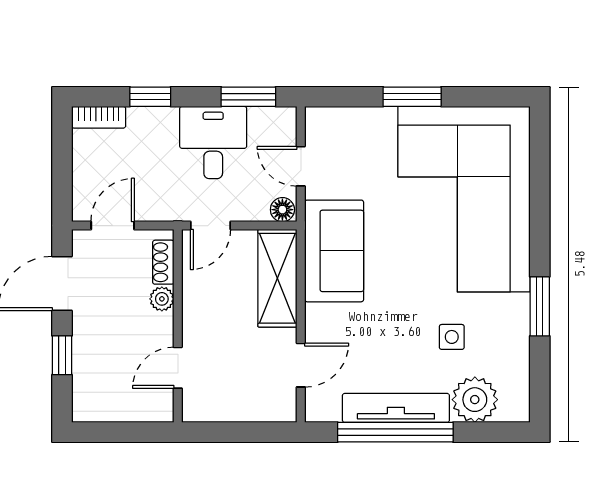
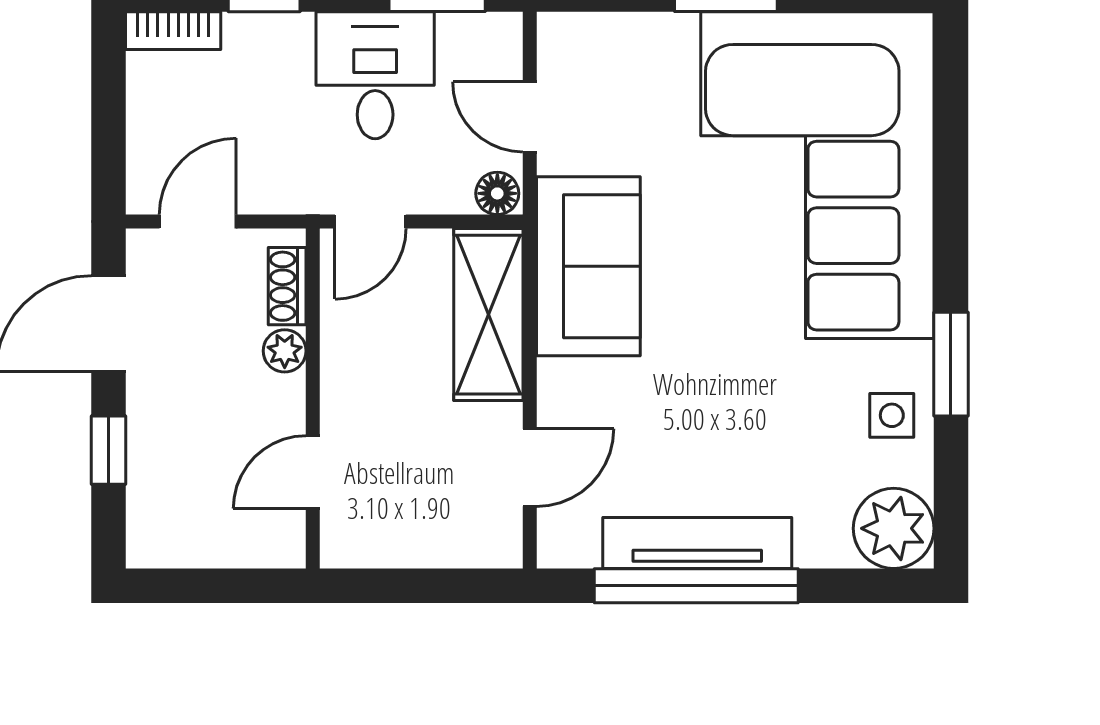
side table: (452, 337) -> (892, 415), moved
plant: (475, 400) -> (894, 528), moved

